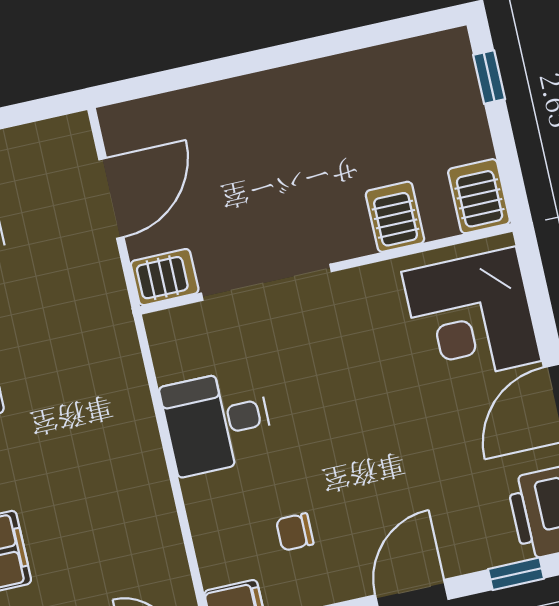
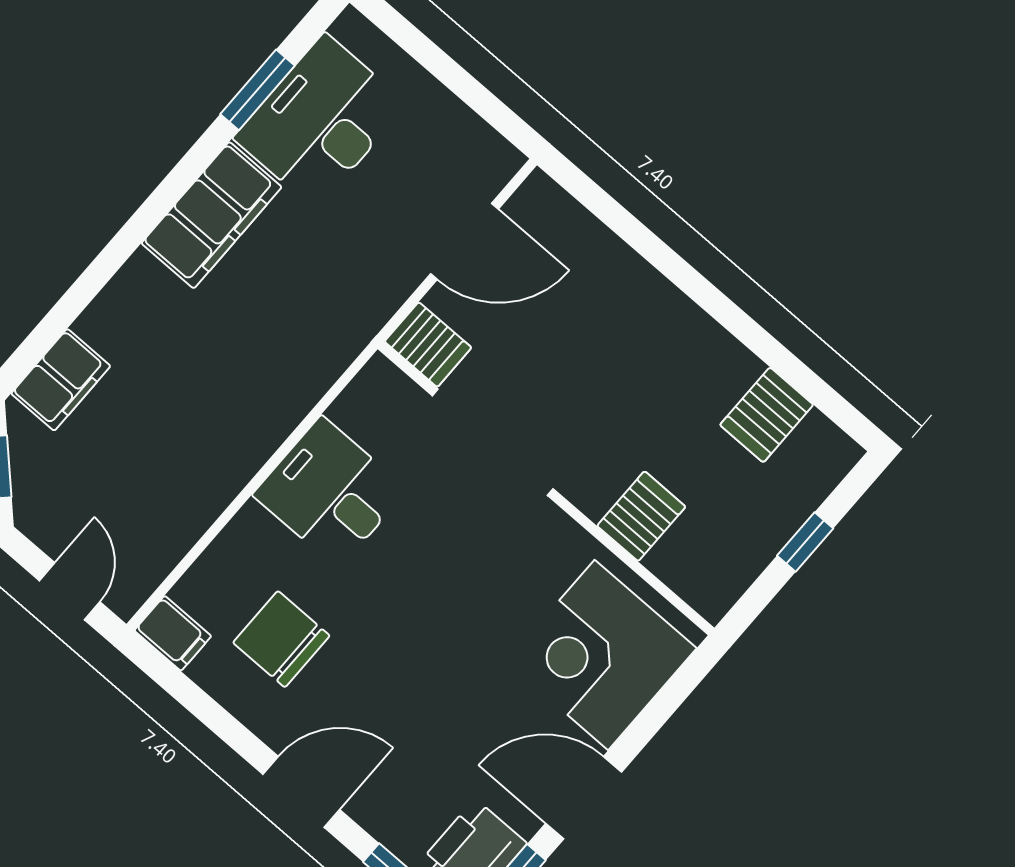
window: (489, 77) -> (805, 542), moved
server rack: (479, 196) -> (767, 415), moved, turned 180
chair: (295, 532) -> (281, 639), width x1.87, depth x1.87

